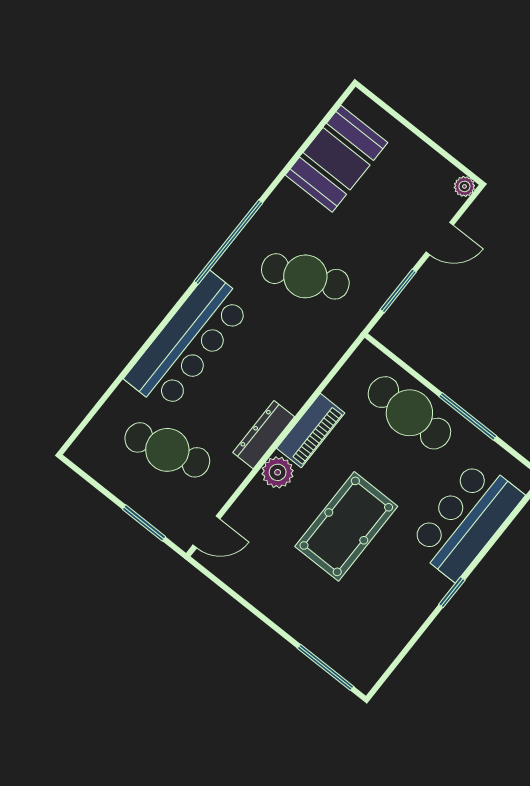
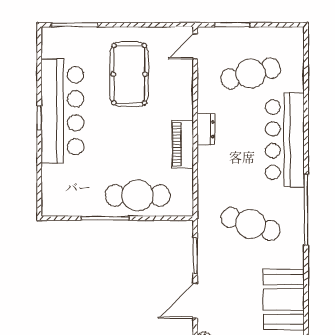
door: (440, 239) -> (195, 301), width x1.38
cafe table: (305, 276) -> (251, 224), turned 42
dresser: (264, 435) -> (206, 129), width x0.70
plant: (278, 472) -> (182, 108), removed
bar counter: (466, 520) -> (62, 111), moved, width x1.36
pool table: (346, 526) -> (129, 74), moved

